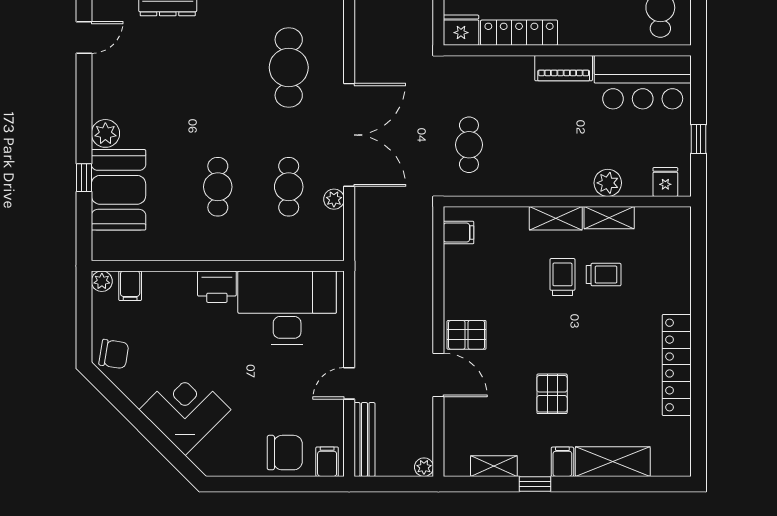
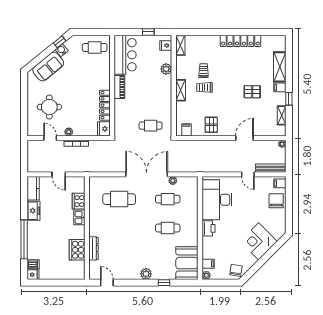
booth: (119, 190) -> (187, 263), moved, turned 90
shelving: (609, 218) -> (180, 45), moved
pallet: (467, 335) -> (211, 125), moved

